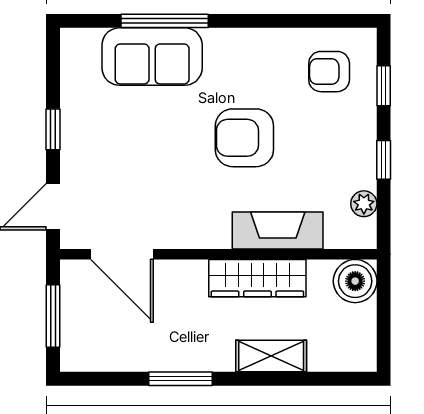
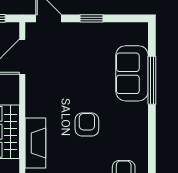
armchair: (244, 138) -> (87, 125), width x0.72, depth x0.72

